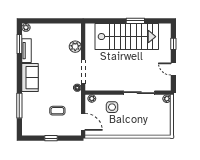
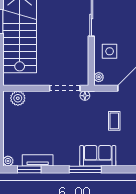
plant: (75, 47) -> (18, 98), moved
sofa: (30, 78) -> (98, 156), moved
window: (19, 106) -> (85, 169), moved

